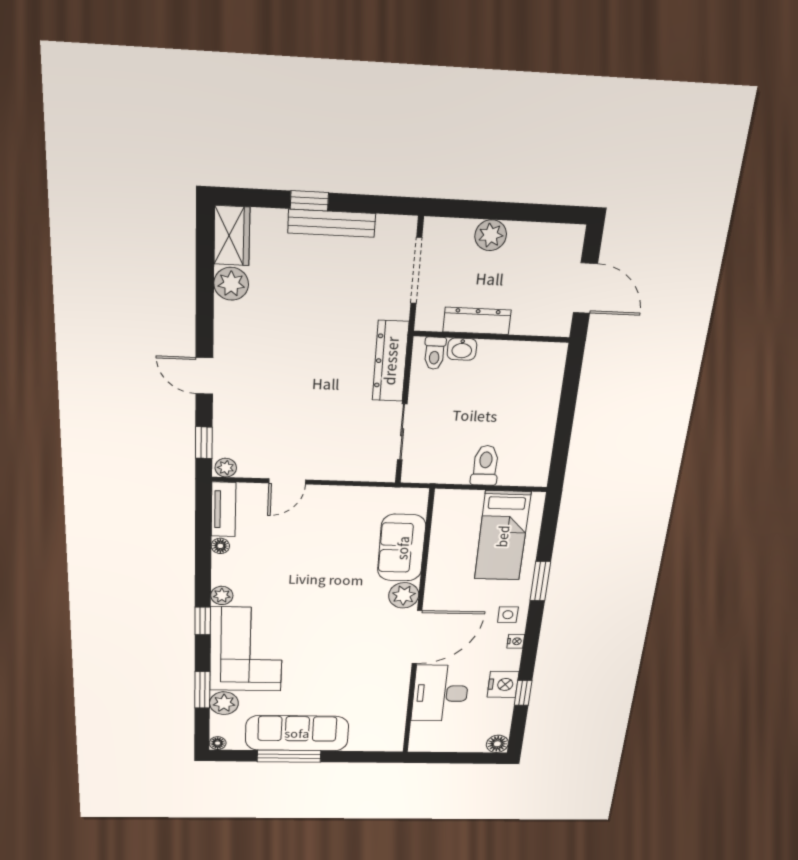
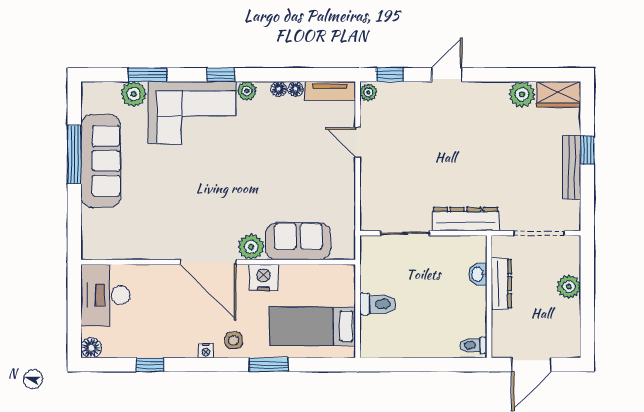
toilet: (435, 353) -> (474, 345), moved
nightstand: (503, 684) -> (263, 277), moved, turned 180
desk: (440, 693) -> (105, 295), moved, turned -90
floor lamp: (218, 743) -> (279, 89), moved

